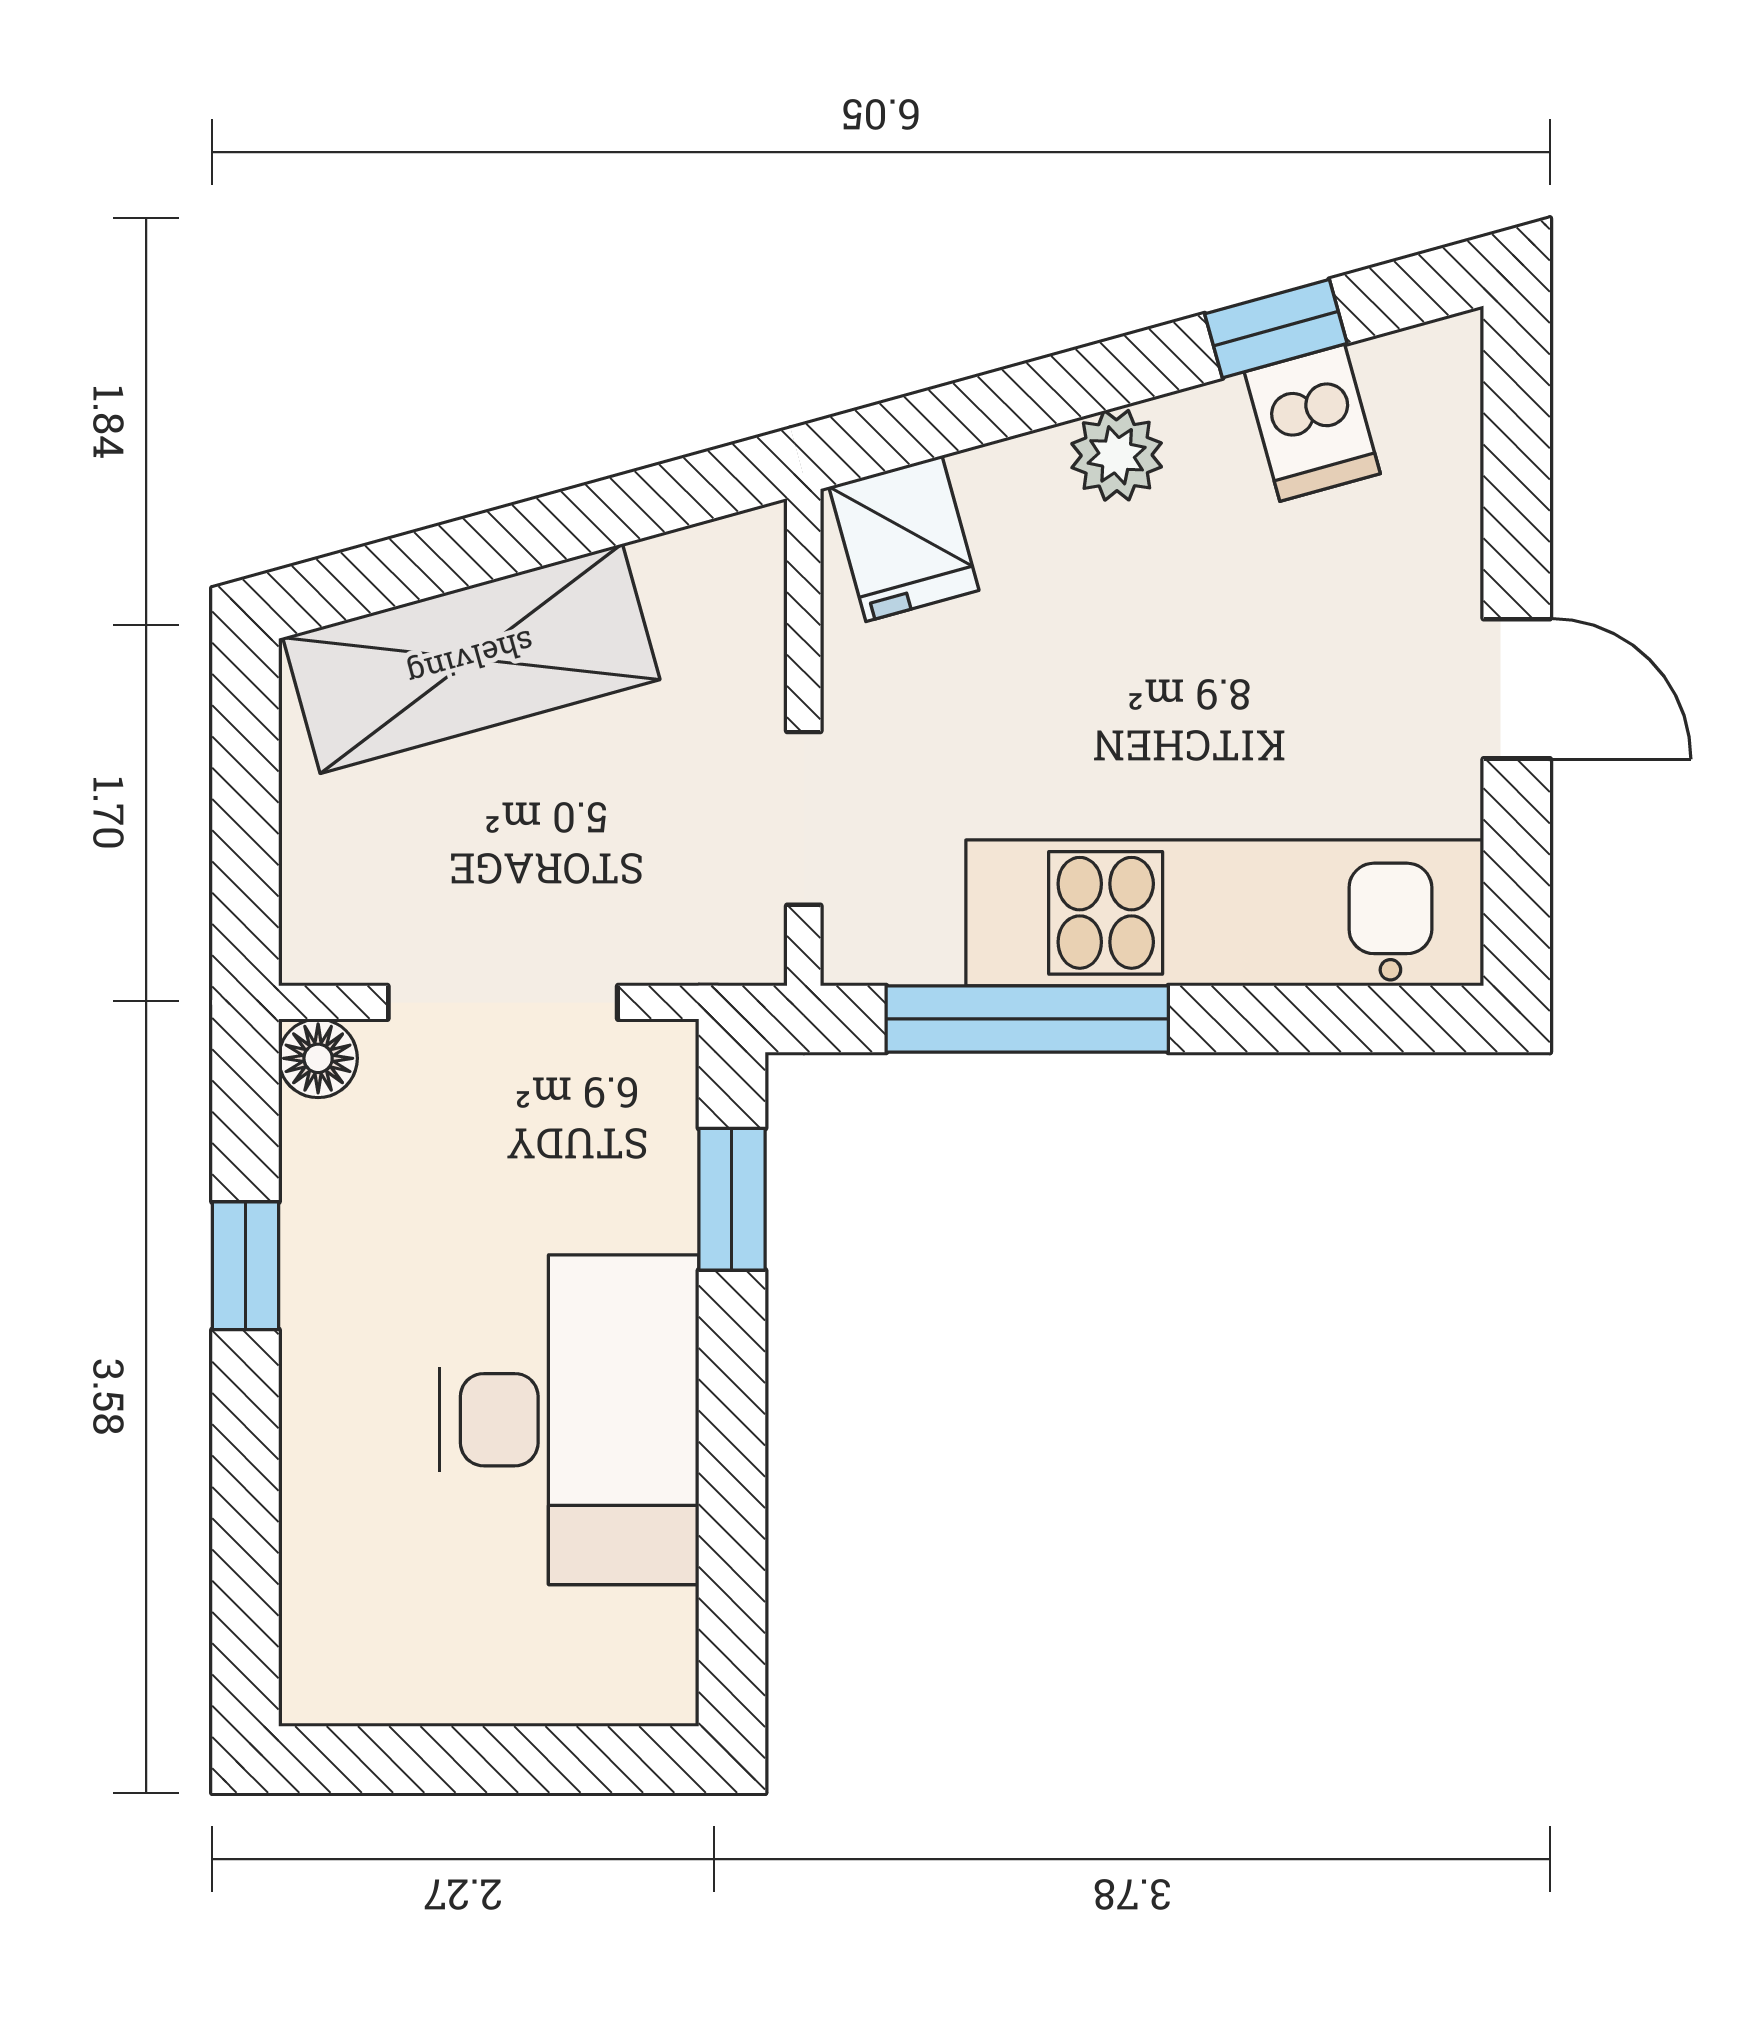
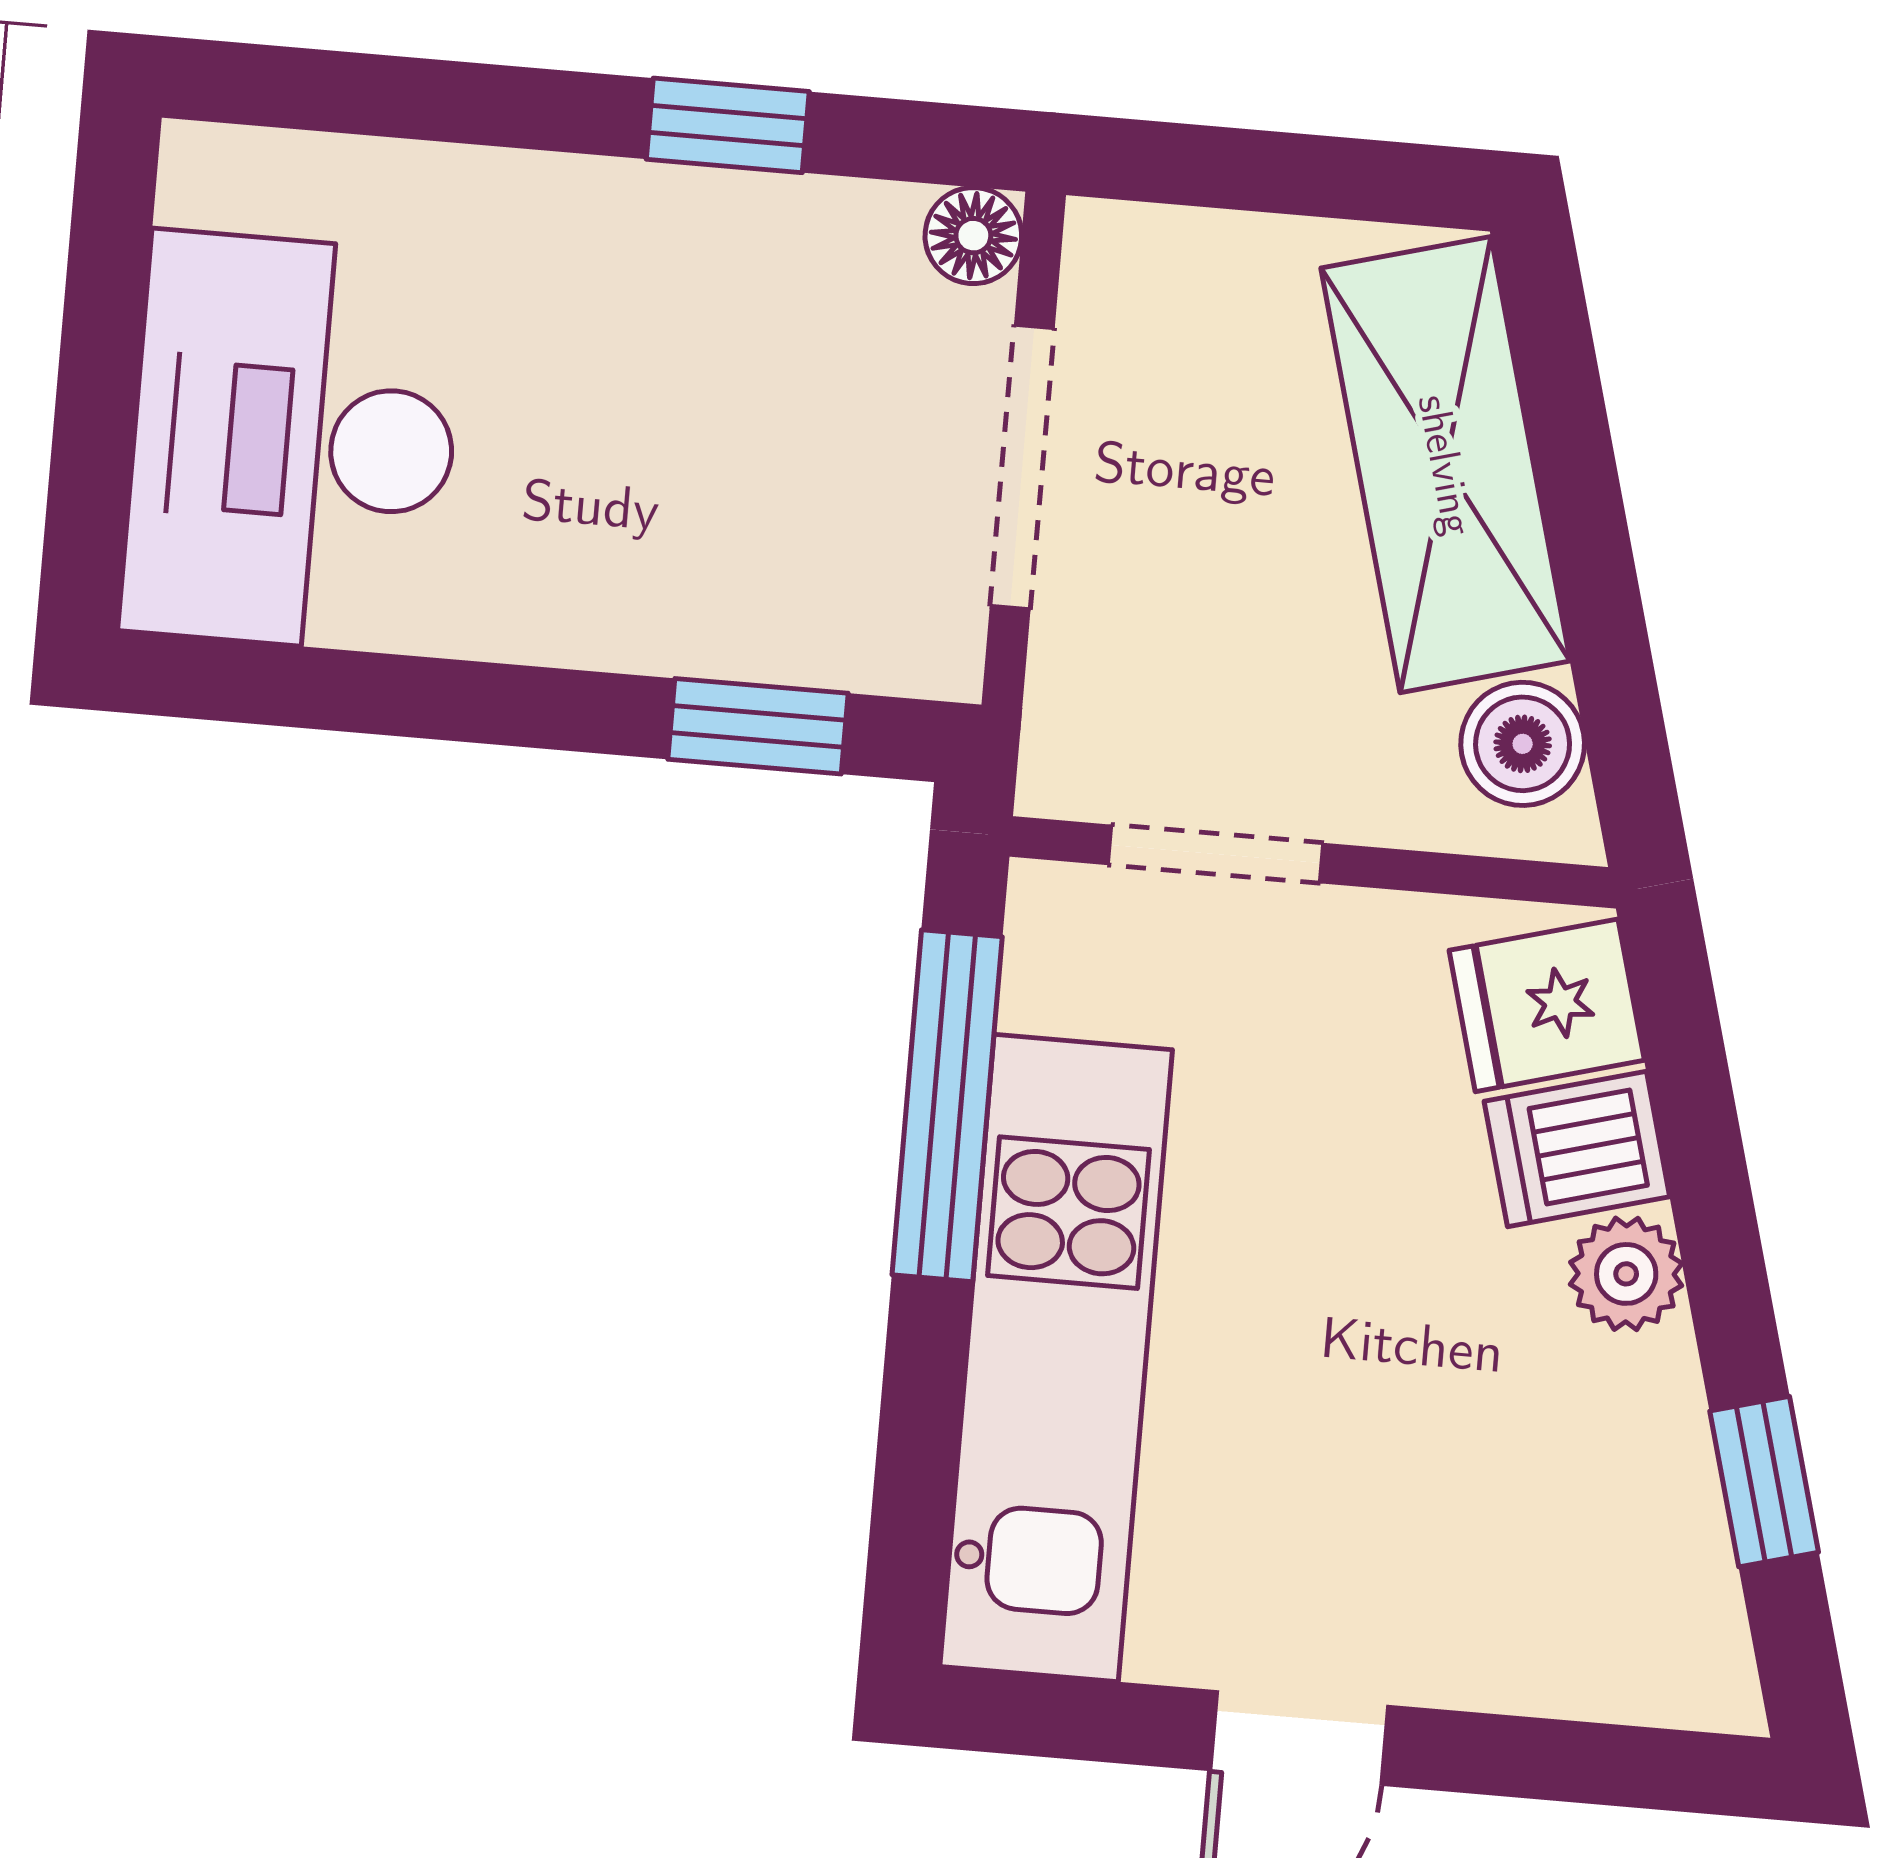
dishwasher: (1312, 423) -> (1577, 1149), moved
boiler: (693, 576) -> (1523, 744), added
desk: (569, 1420) -> (293, 443), moved, turned 90

